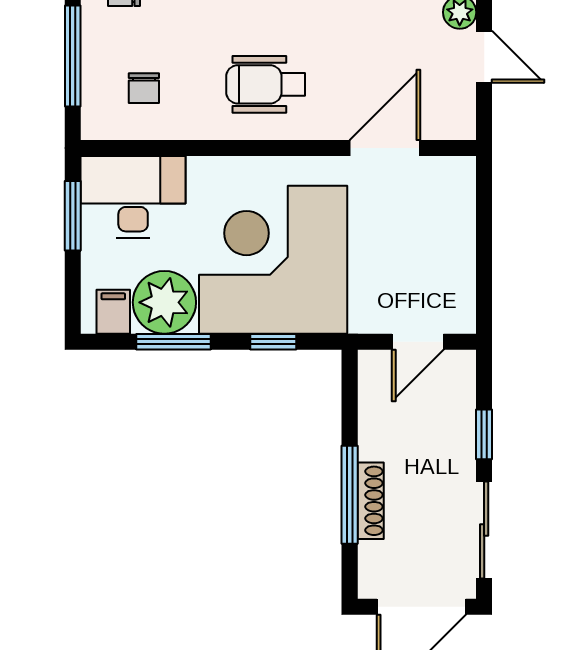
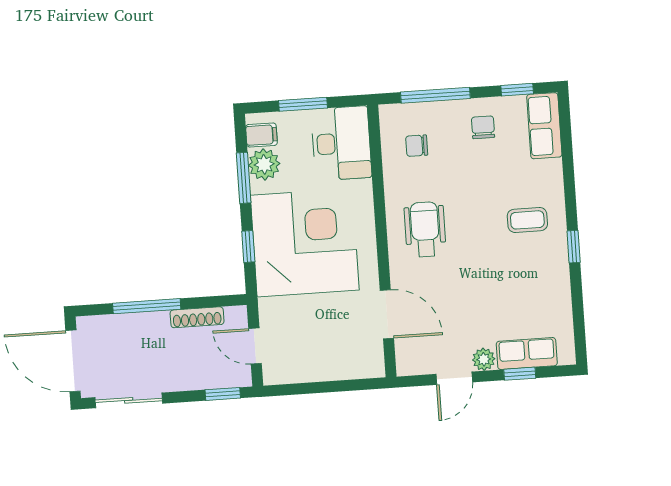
window: (73, 216) -> (303, 104), moved
plant: (164, 302) -> (264, 164), width x0.73, depth x0.73
window: (484, 434) -> (223, 394), moved
shoe rack: (371, 501) -> (197, 317), moved

